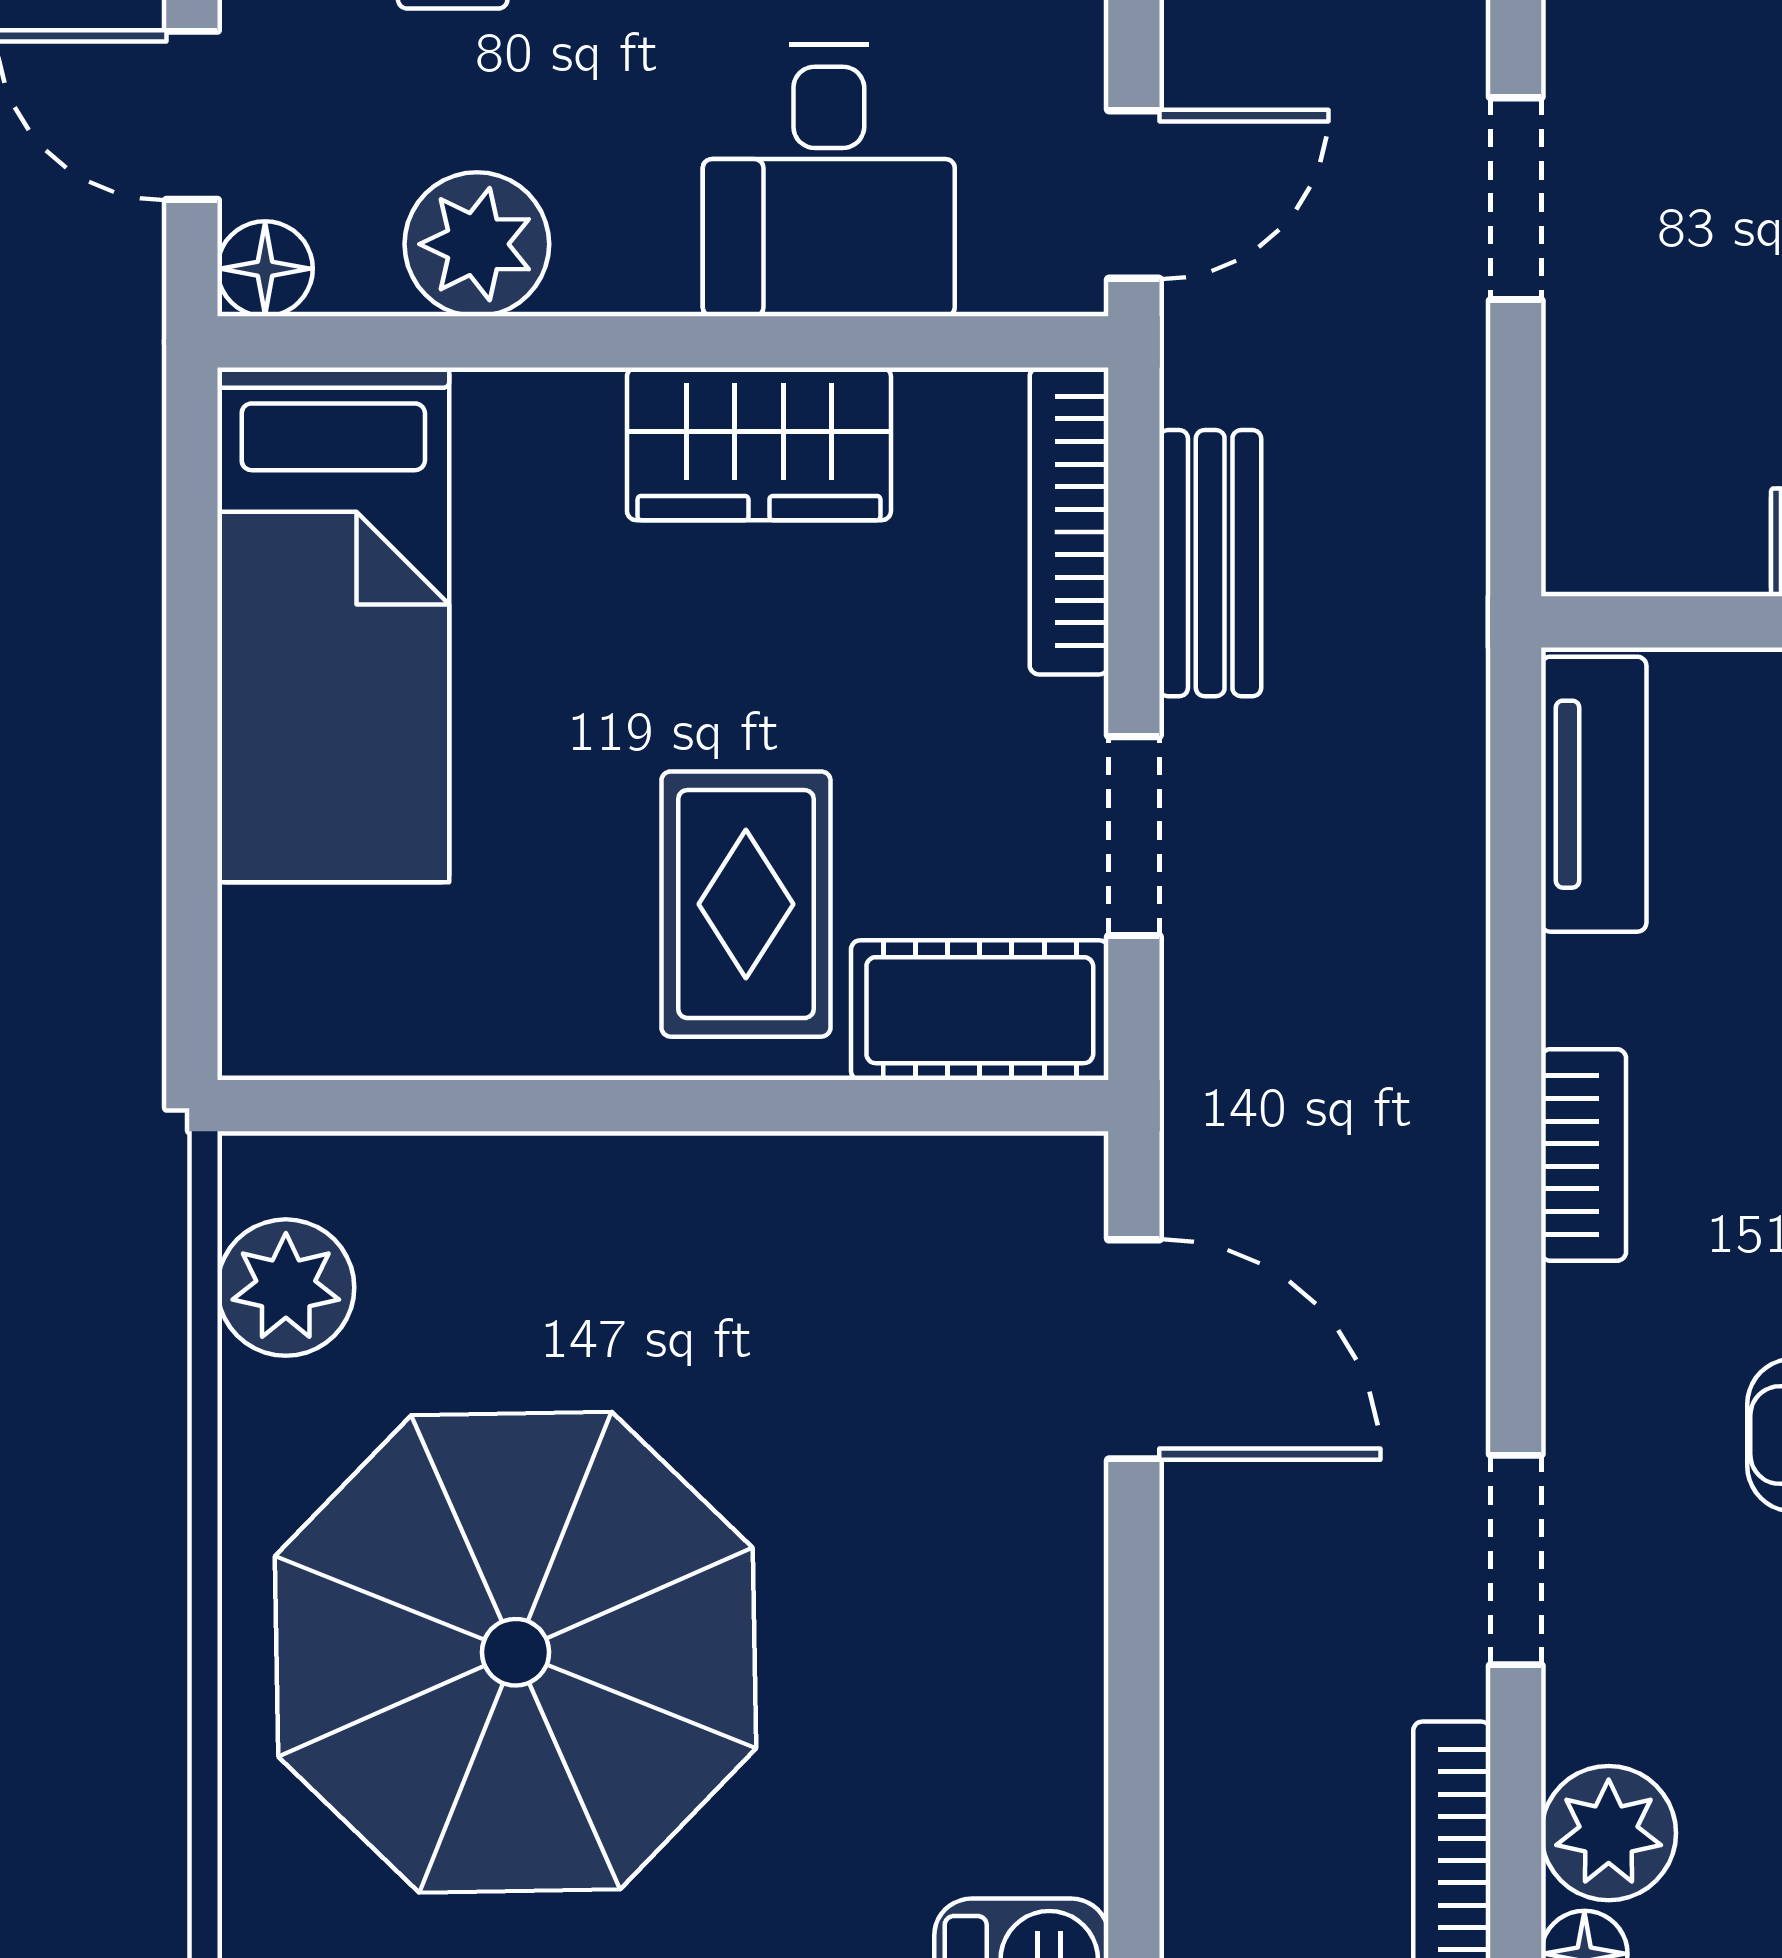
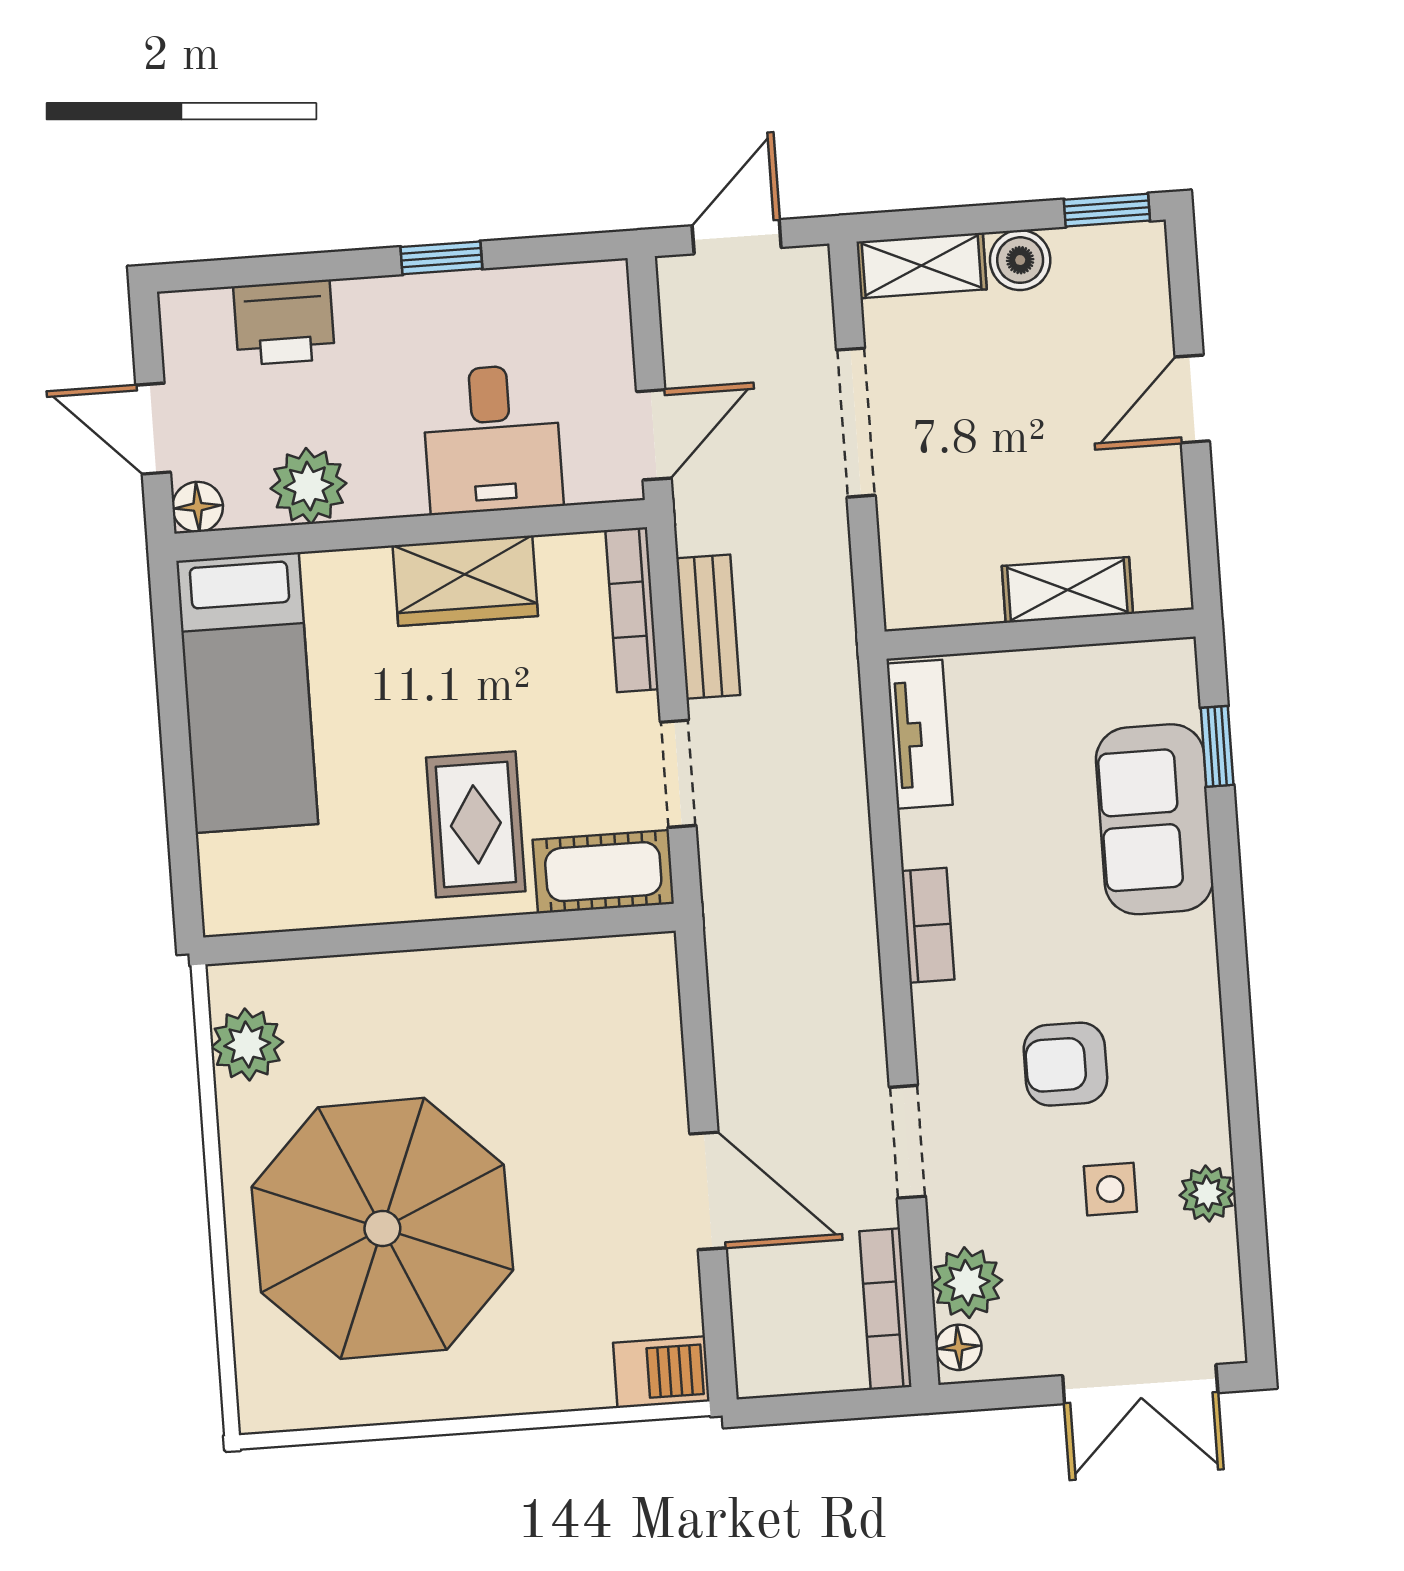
doorway: (1516, 199) -> (856, 423), width x1.38
door: (1134, 1349) -> (708, 1191), moved

